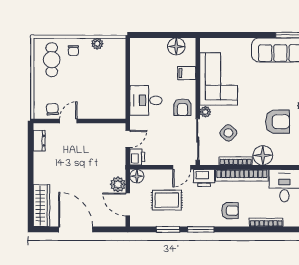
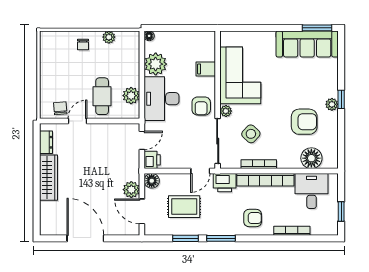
floor lamp: (176, 46) -> (149, 36), moved, width x0.53, depth x0.53
cafe table: (52, 60) -> (102, 96), moved
plant: (140, 68) -> (156, 64), added
plant: (118, 98) -> (131, 96), added
desk: (146, 100) -> (162, 99), width x1.37
floor lamp: (263, 155) -> (311, 158), moved
wardrobe: (42, 206) -> (48, 178), moved

